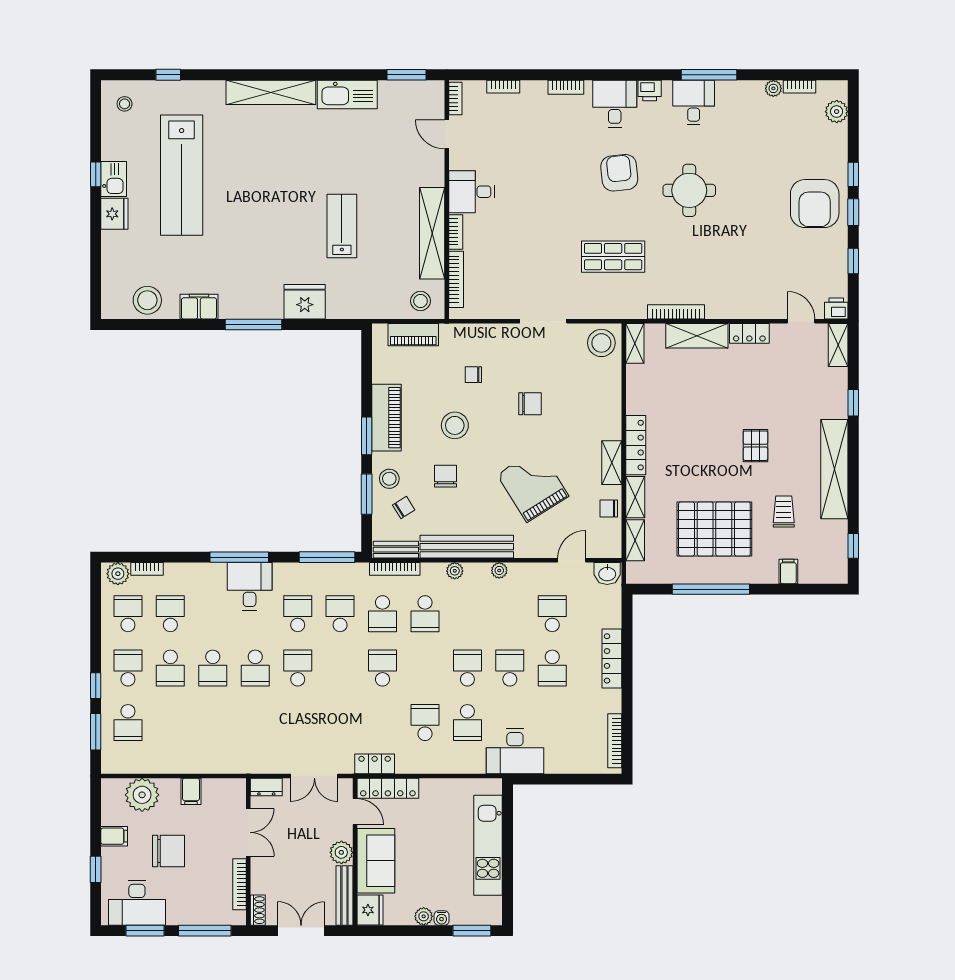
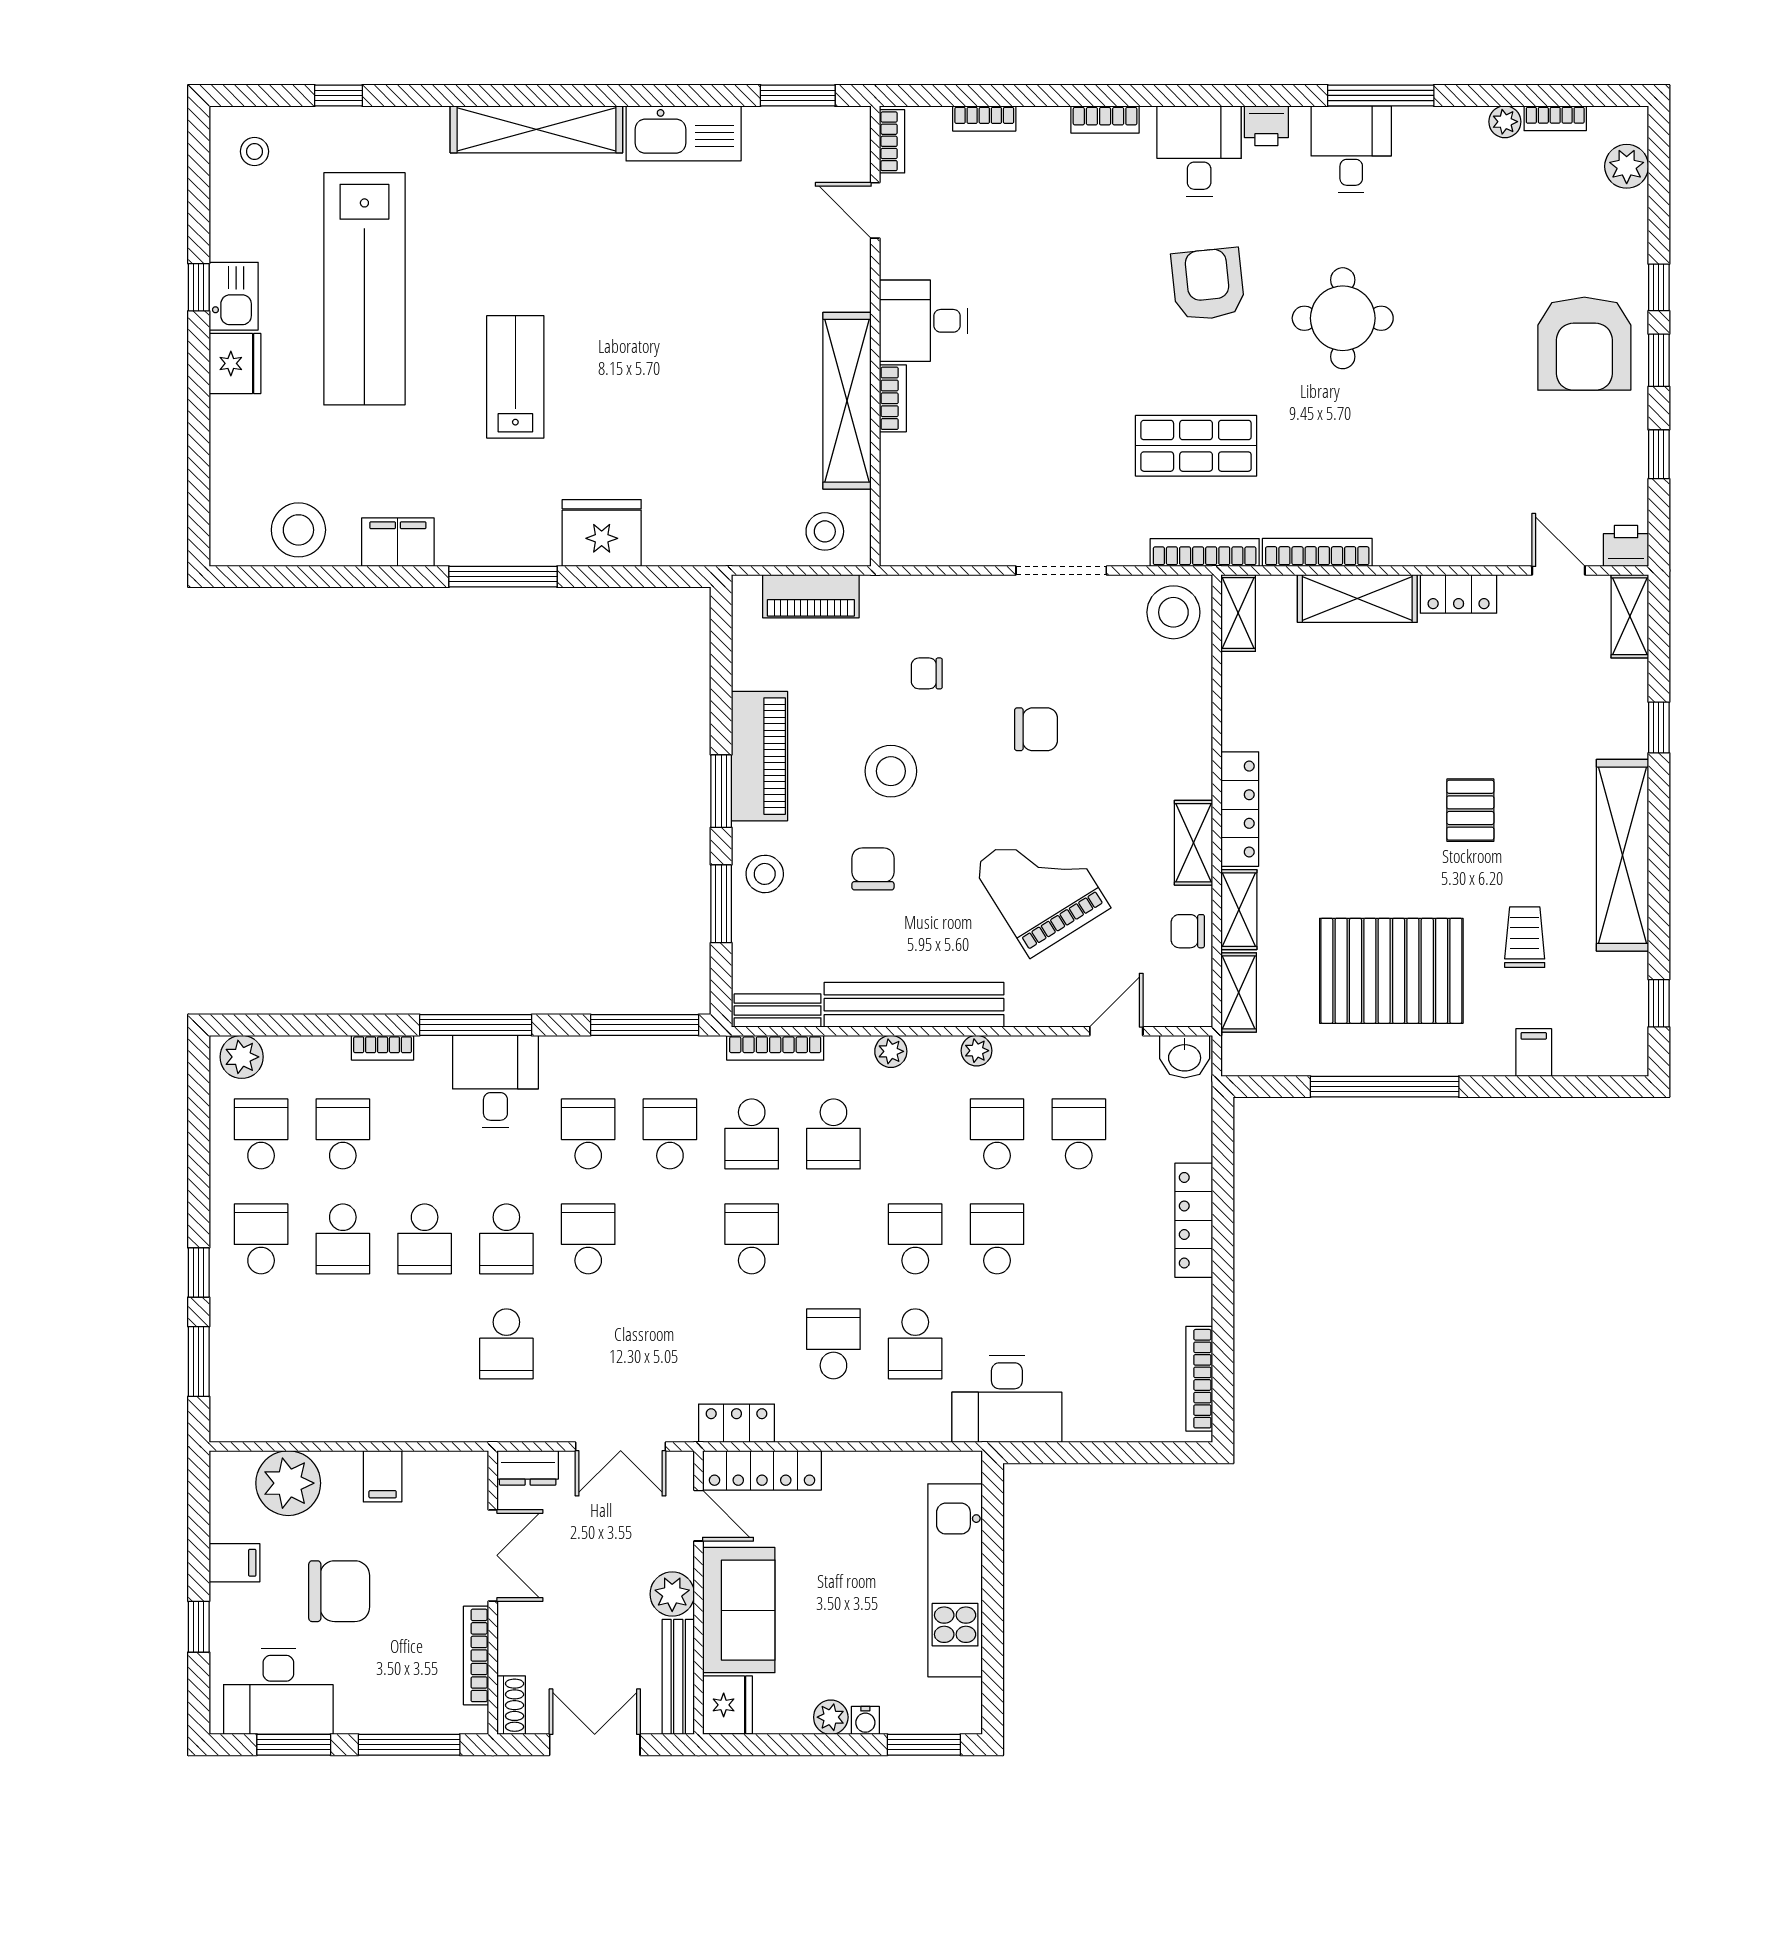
lab bench: (342, 226) -> (515, 377), moved
bookcase: (456, 279) -> (1205, 552), moved, turned -90
chair: (404, 507) -> (792, 929), removed
bookcase: (147, 569) -> (383, 1048), moved
school desk: (552, 668) -> (997, 1134), moved, turned 180
school desk: (128, 723) -> (506, 1344), moved

